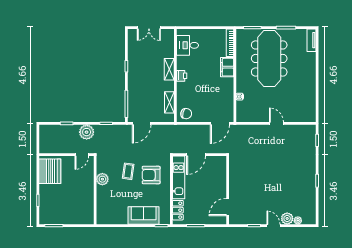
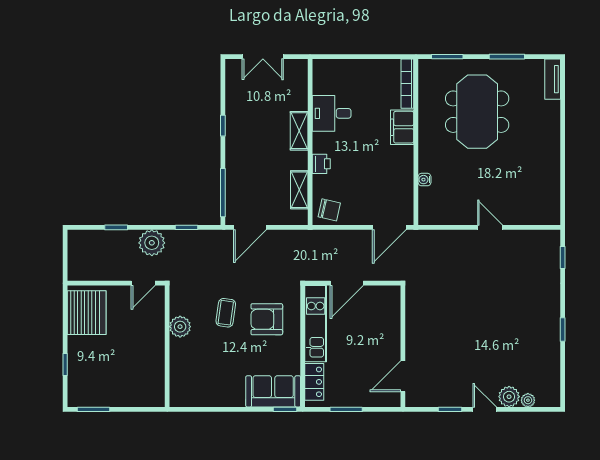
desk: (188, 45) -> (332, 113), moved
meeting table: (269, 58) -> (477, 112), width x0.73
printer: (182, 76) -> (321, 164), moved
sofa: (144, 216) -> (273, 391), moved

